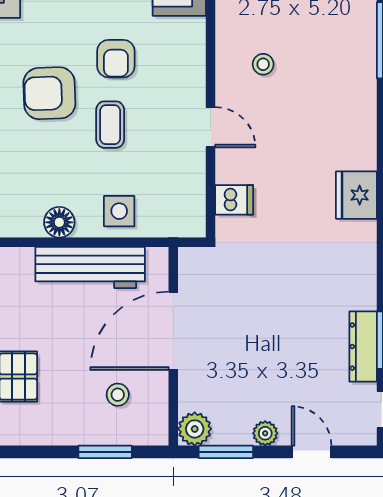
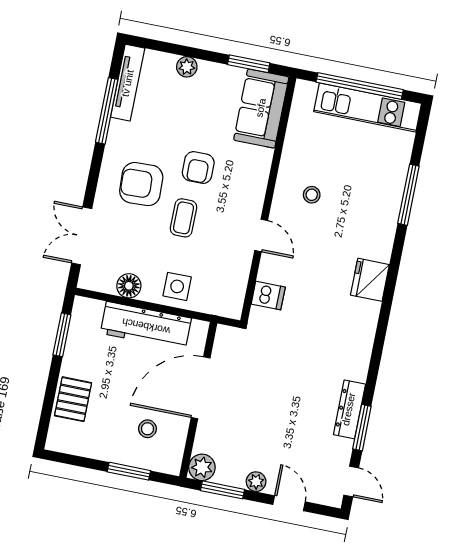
fridge: (356, 195) -> (370, 280), moved
dresser: (363, 347) -> (349, 409), moved

